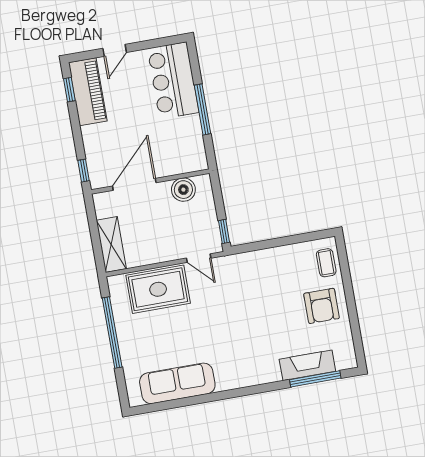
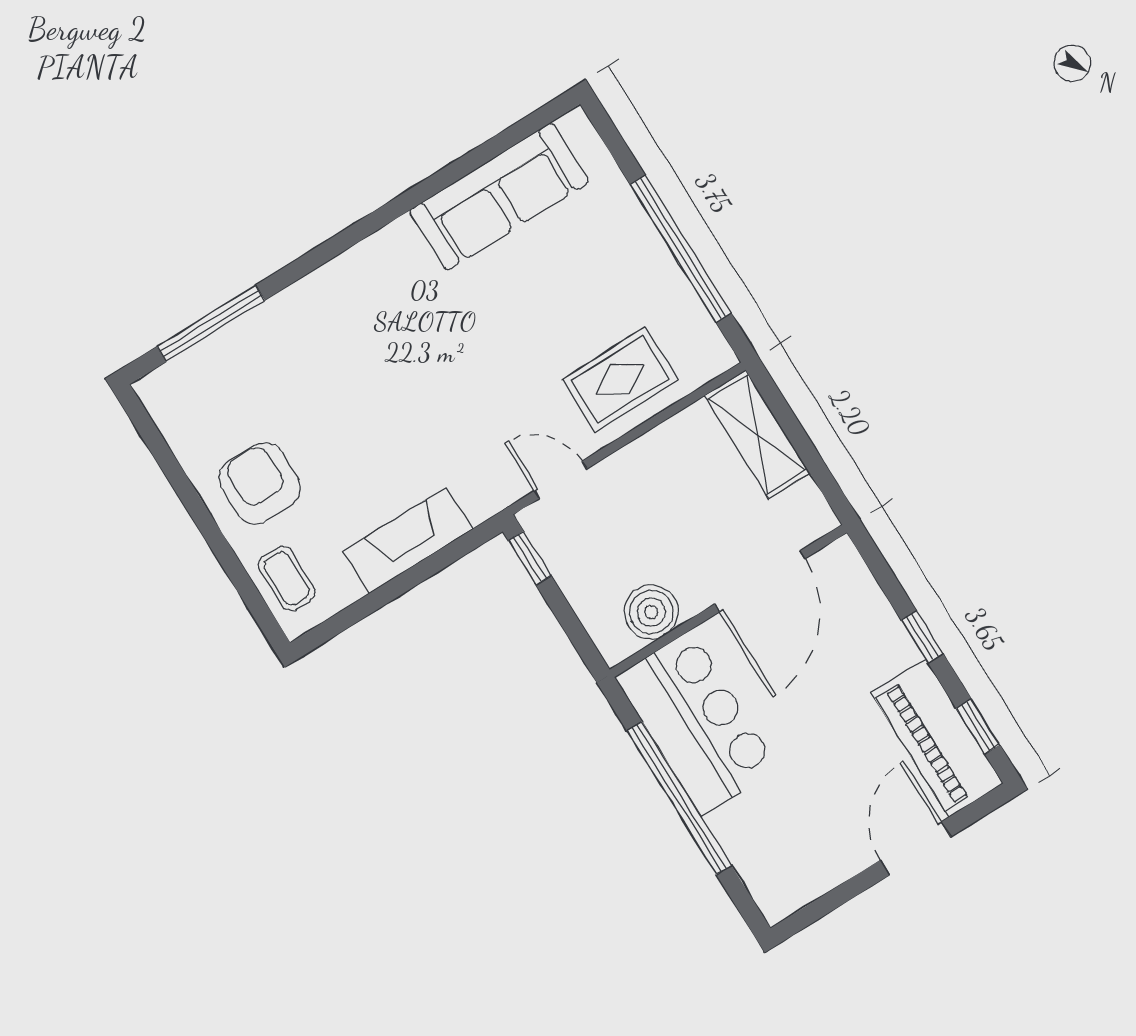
door: (115, 50) -> (915, 848), width x1.38
bar counter: (173, 81) -> (696, 723), moved
window: (202, 109) -> (679, 798), width x1.46
window: (84, 171) -> (922, 637), moved
rug: (158, 289) -> (620, 379), width x0.73, depth x0.70
fireplace: (307, 365) -> (408, 540), moved, turned 180

